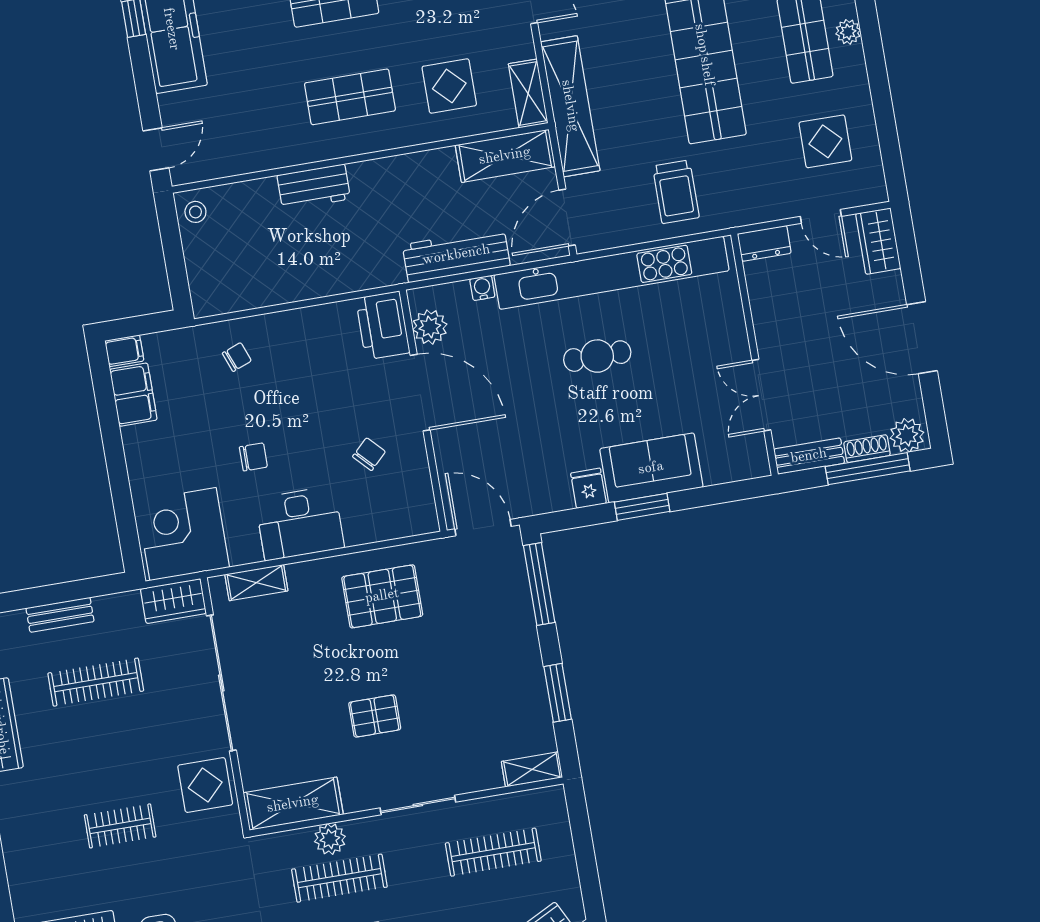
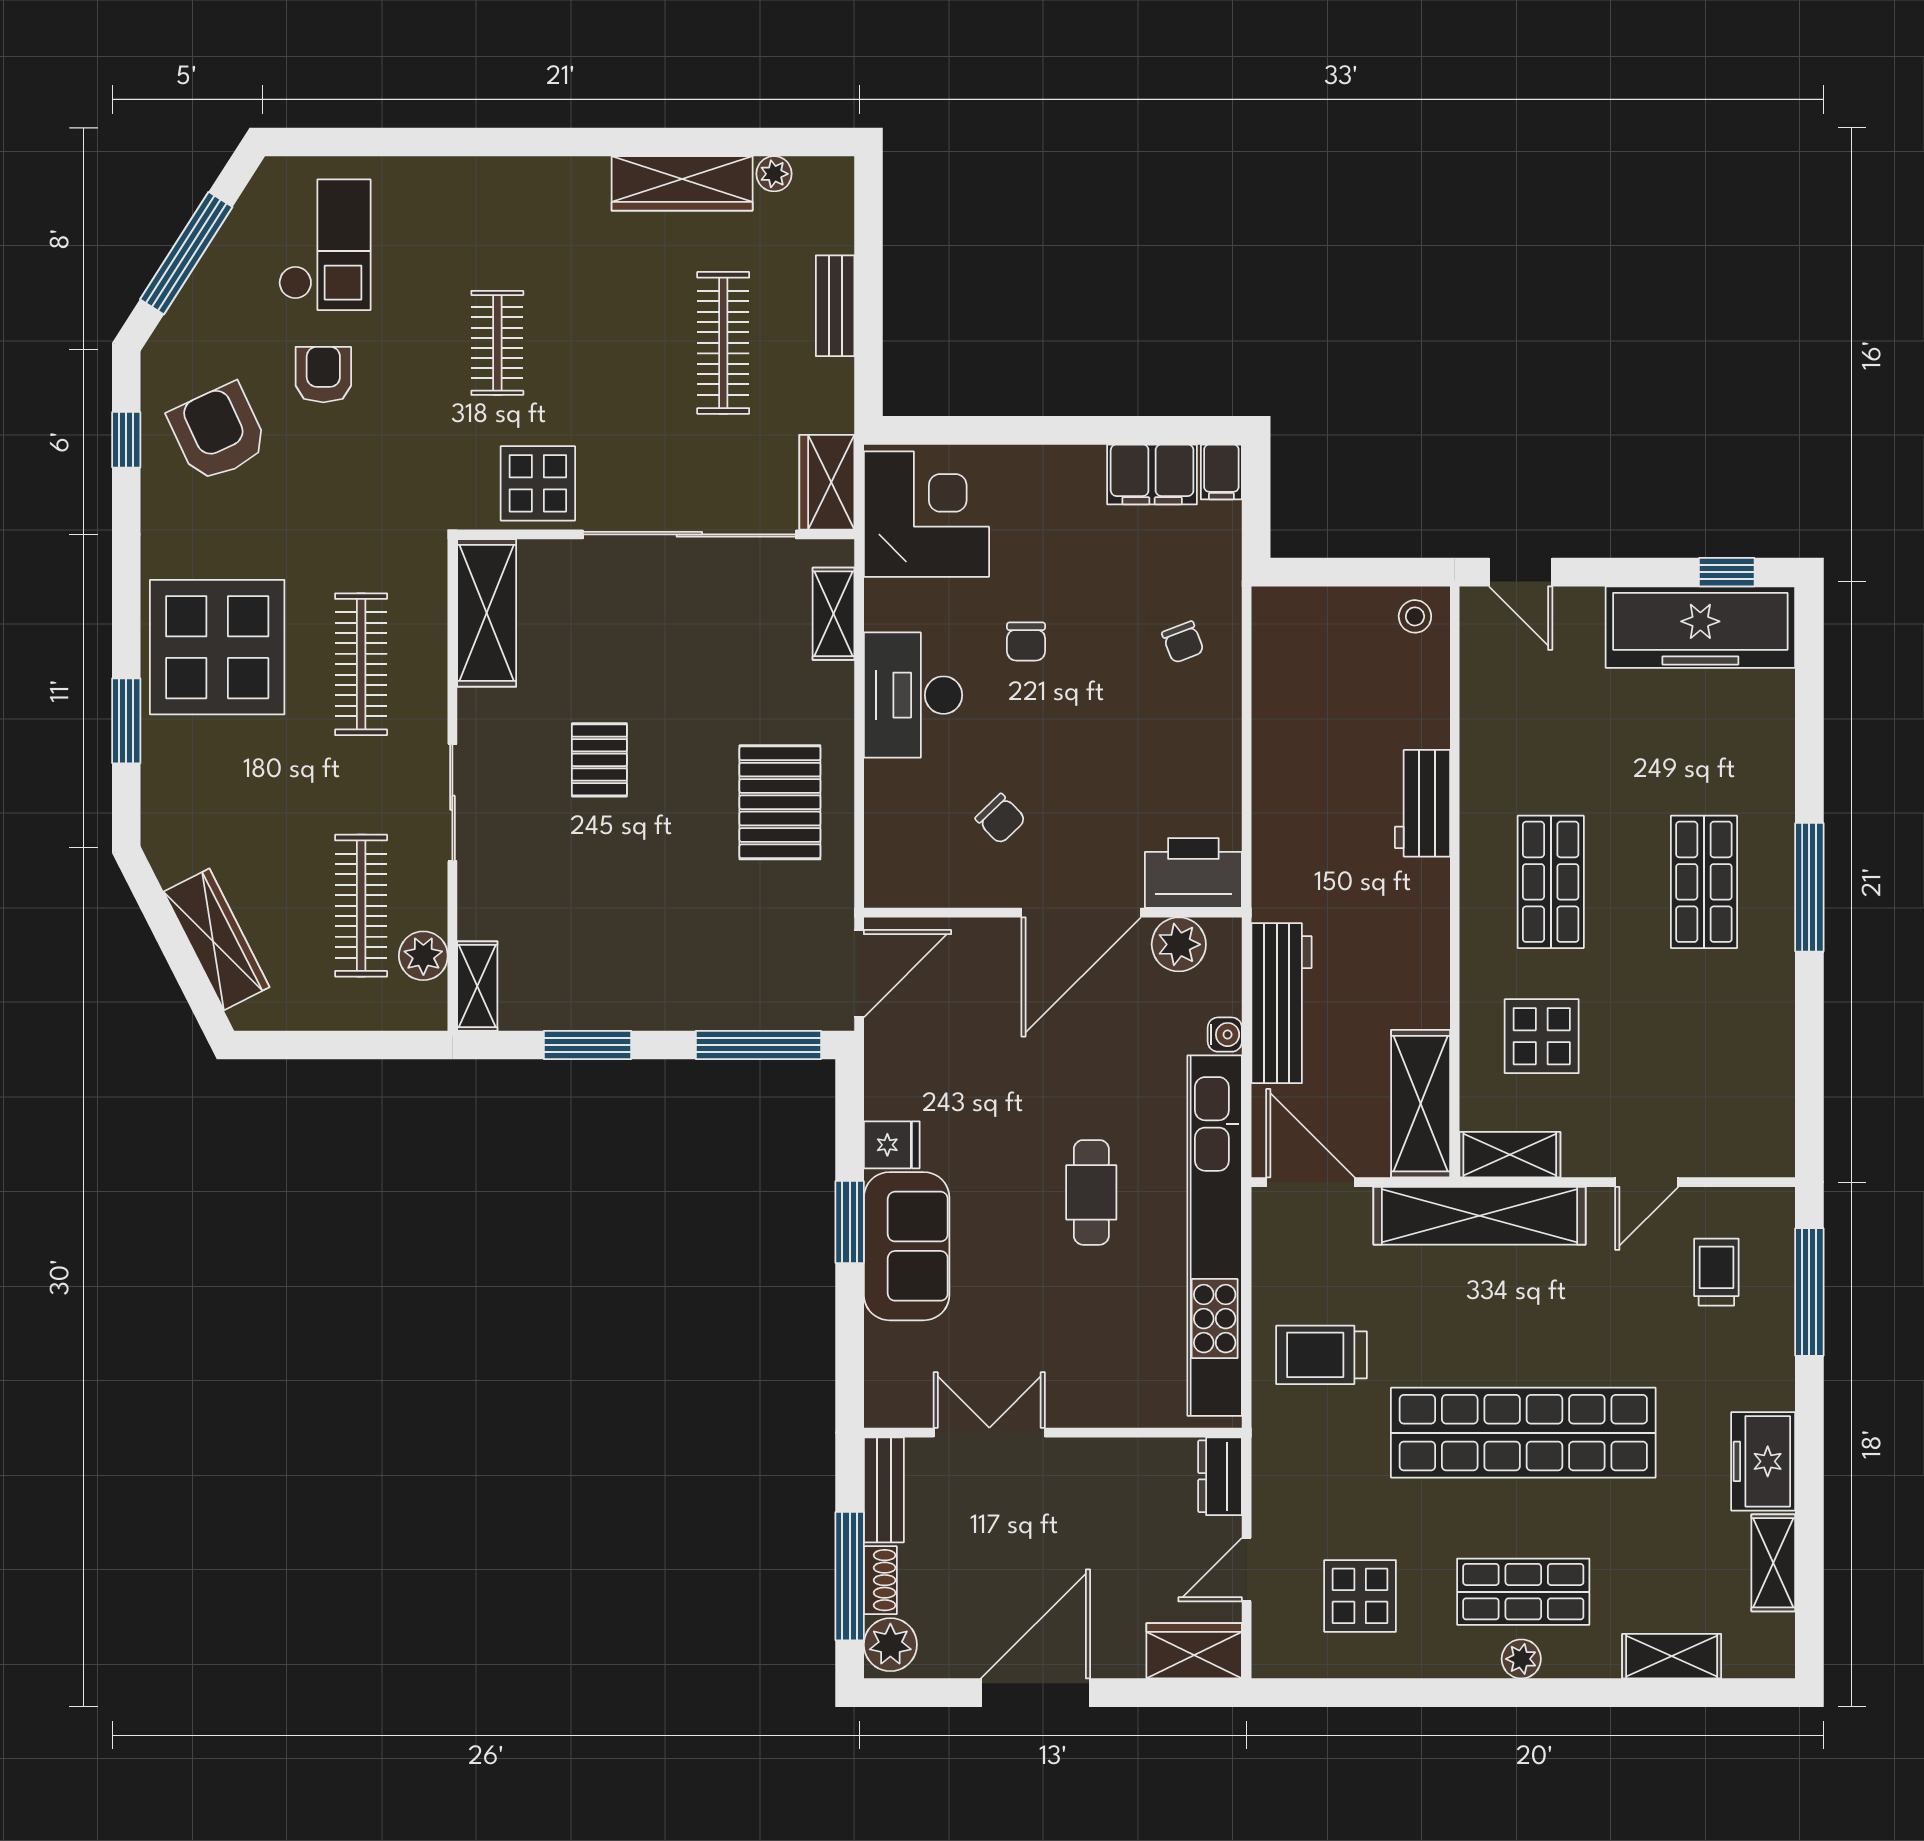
plant: (330, 839) -> (423, 956), moved

